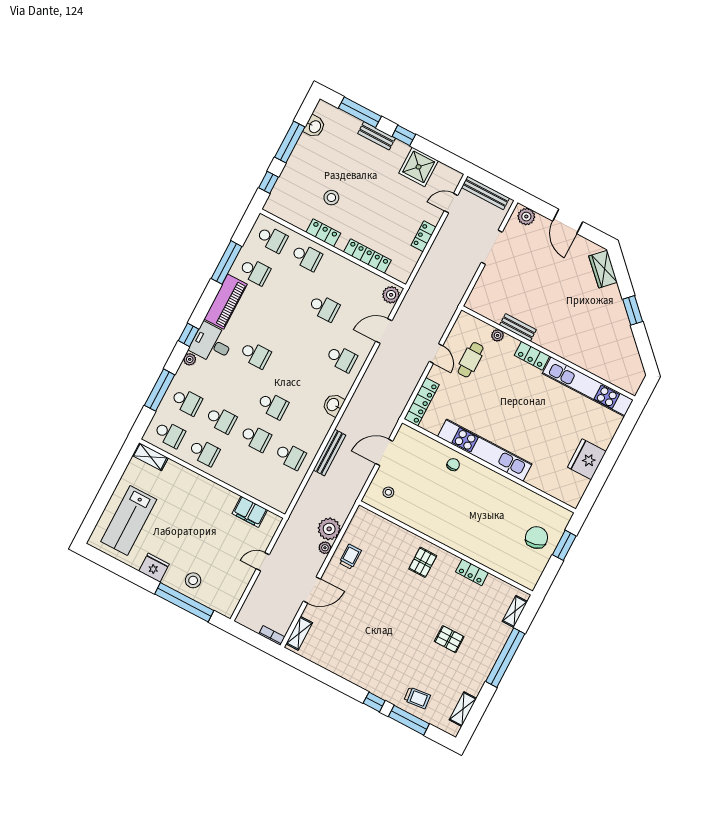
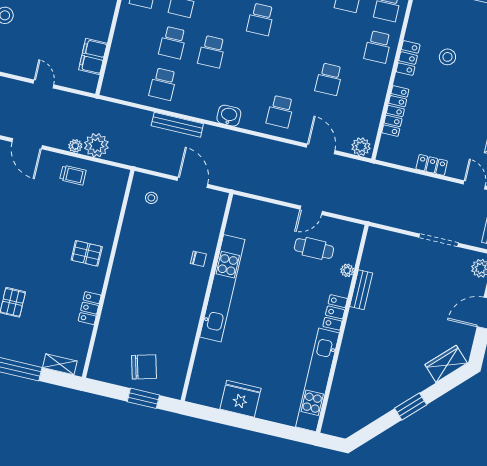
locker: (422, 402) -> (256, 208), removed

